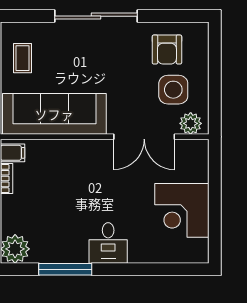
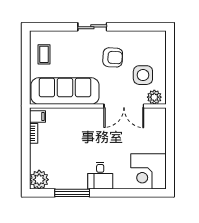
sliding door: (96, 16) -> (92, 27), width x0.54
armchair: (167, 50) -> (113, 57), moved, turned -87
corner desk: (182, 210) -> (149, 171), moved

